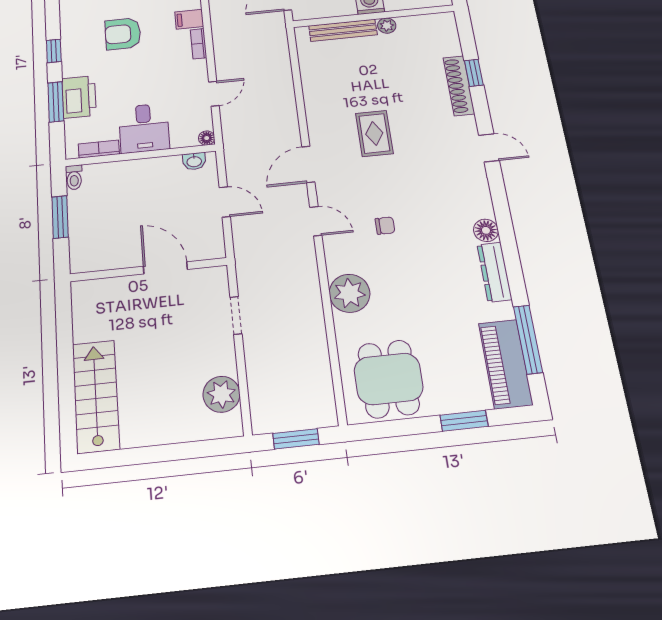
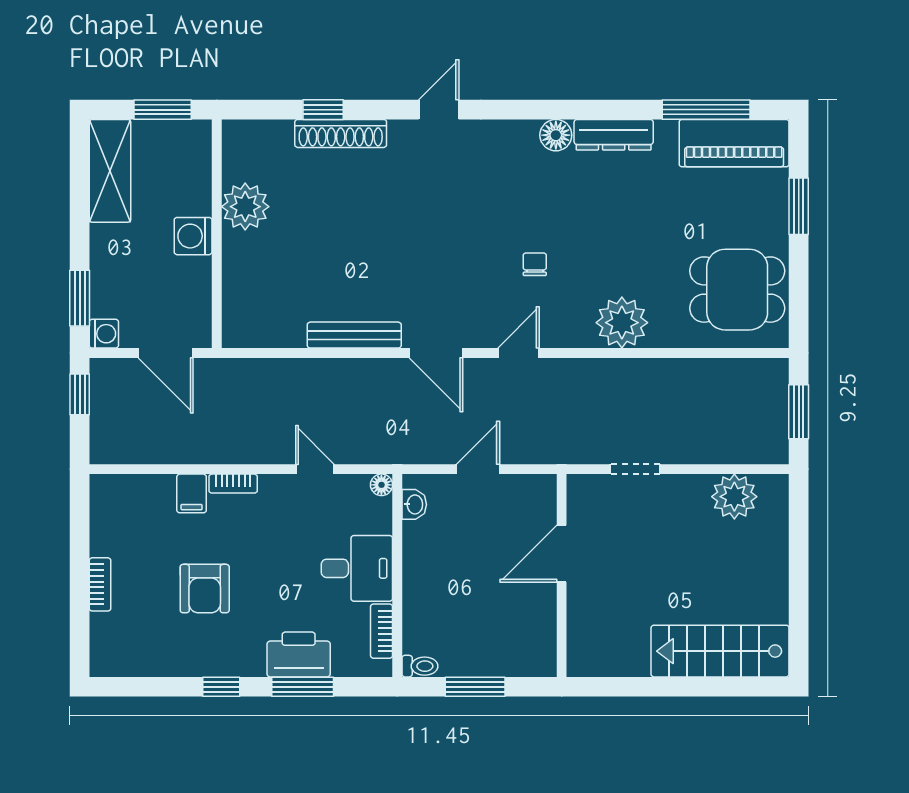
plant: (387, 26) -> (245, 207), width x1.88, depth x1.88
bench: (343, 30) -> (354, 335), moved, turned 90
rug: (374, 133) -> (400, 259), removed

